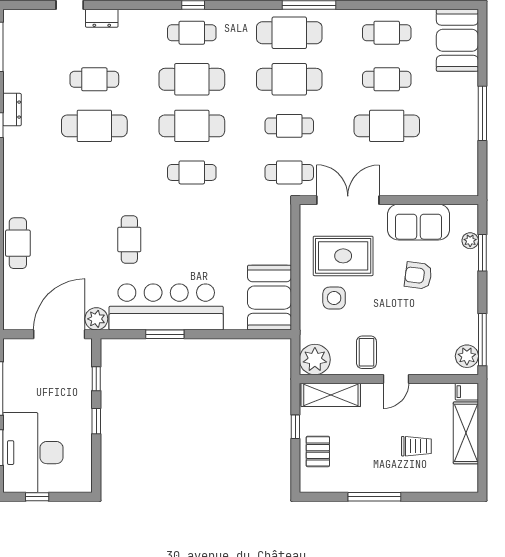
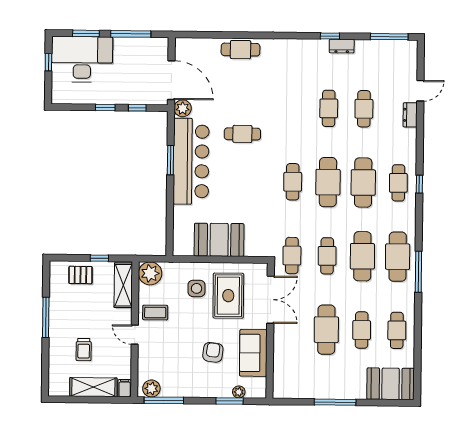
cafe table: (94, 126) -> (329, 108), width x0.73, depth x0.74
booth: (269, 298) -> (219, 240), moved

